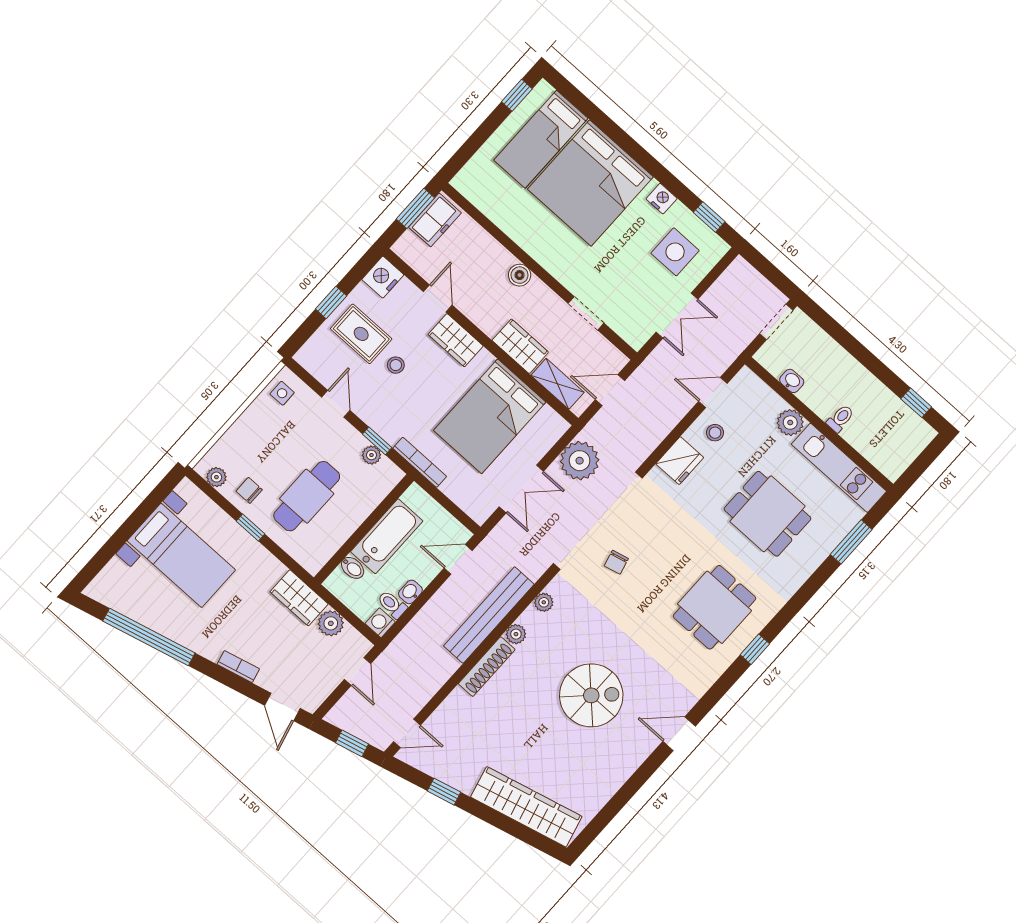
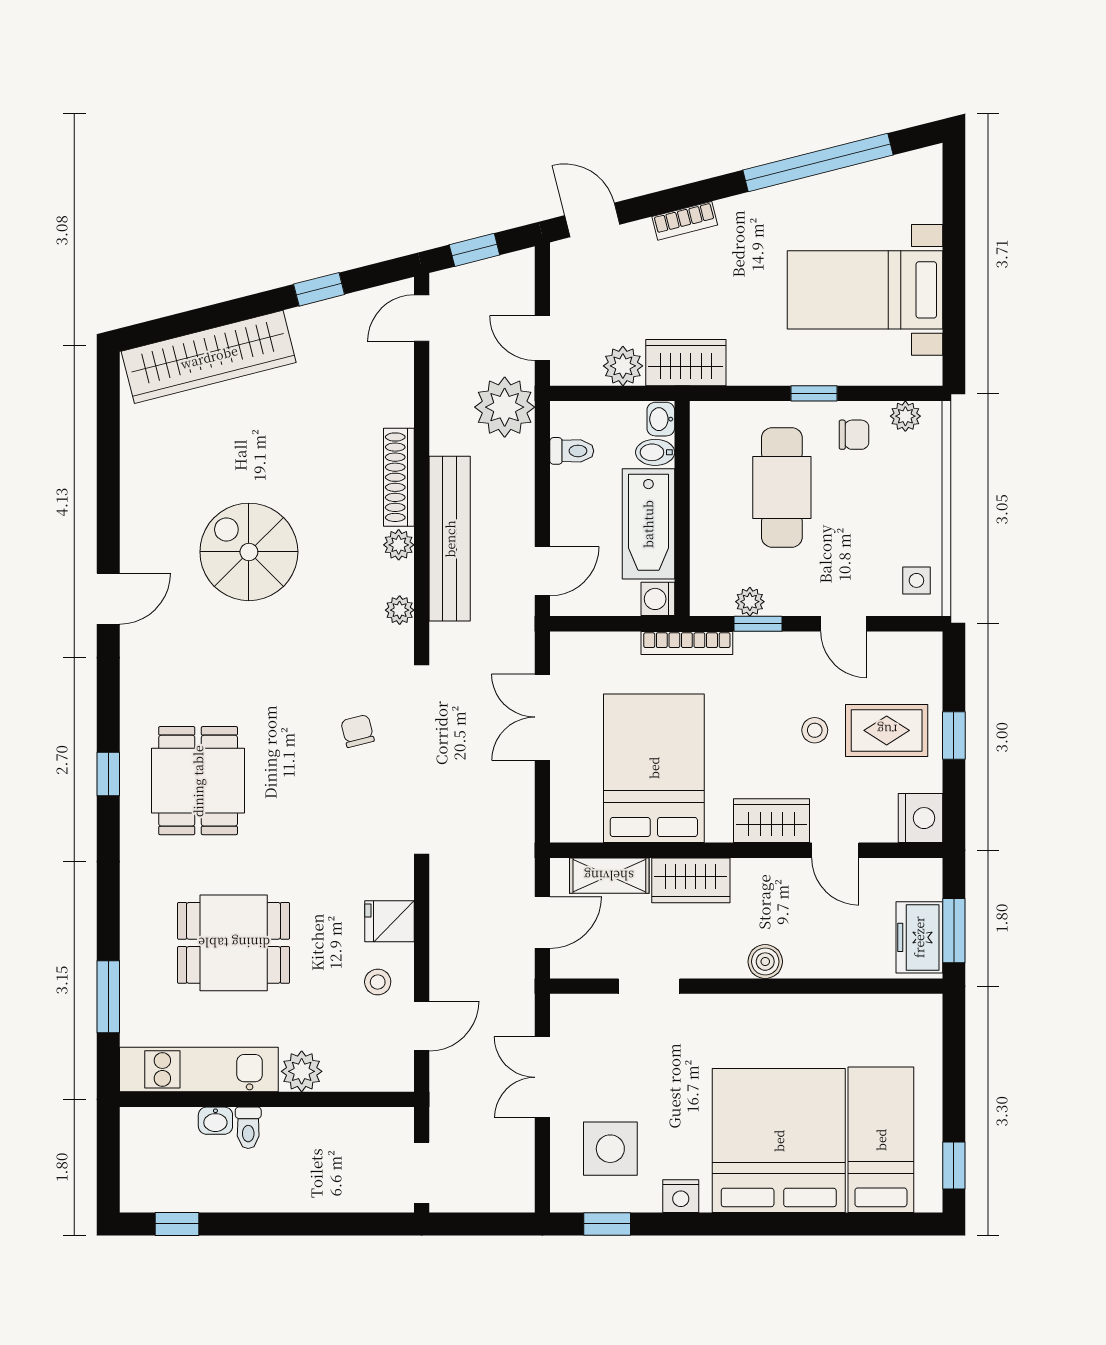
washbasin: (792, 381) -> (215, 1121), moved
plant: (580, 461) -> (505, 407), moved
fridge: (680, 461) -> (390, 921), width x0.72
washbasin: (410, 592) -> (661, 419), moved, turned 180
washing machine: (380, 623) -> (658, 599), moved, turned 180
spiral stairs: (591, 695) -> (249, 552), turned 90

